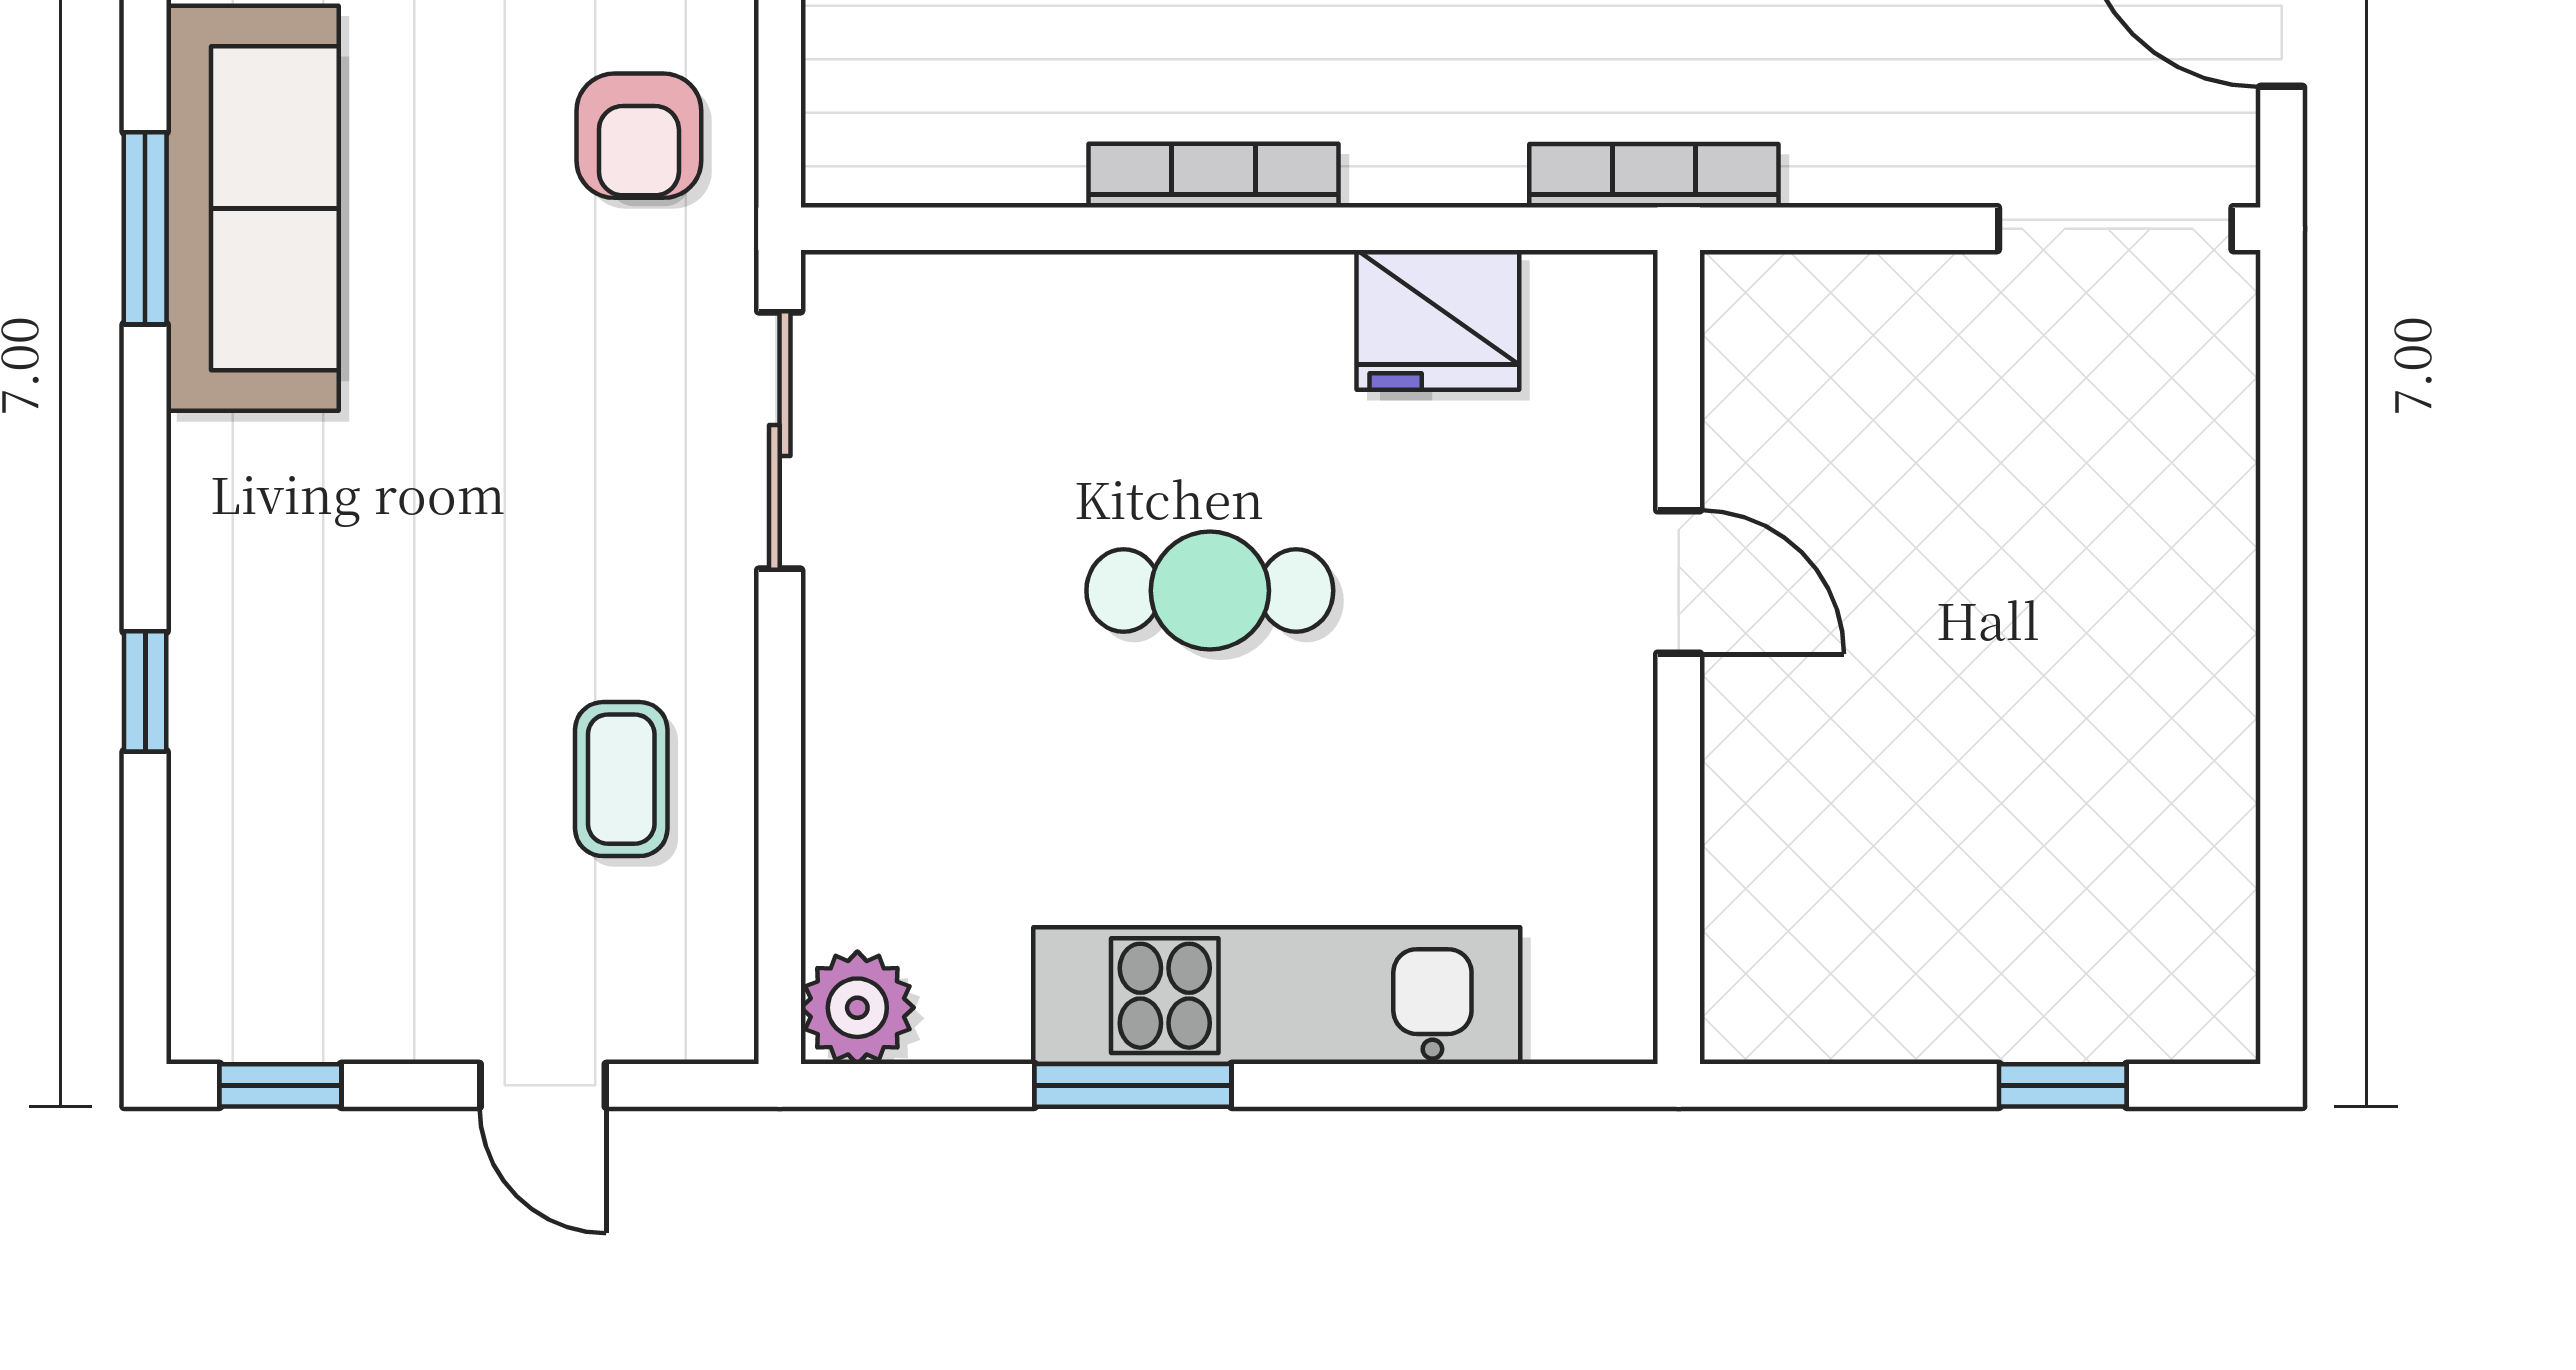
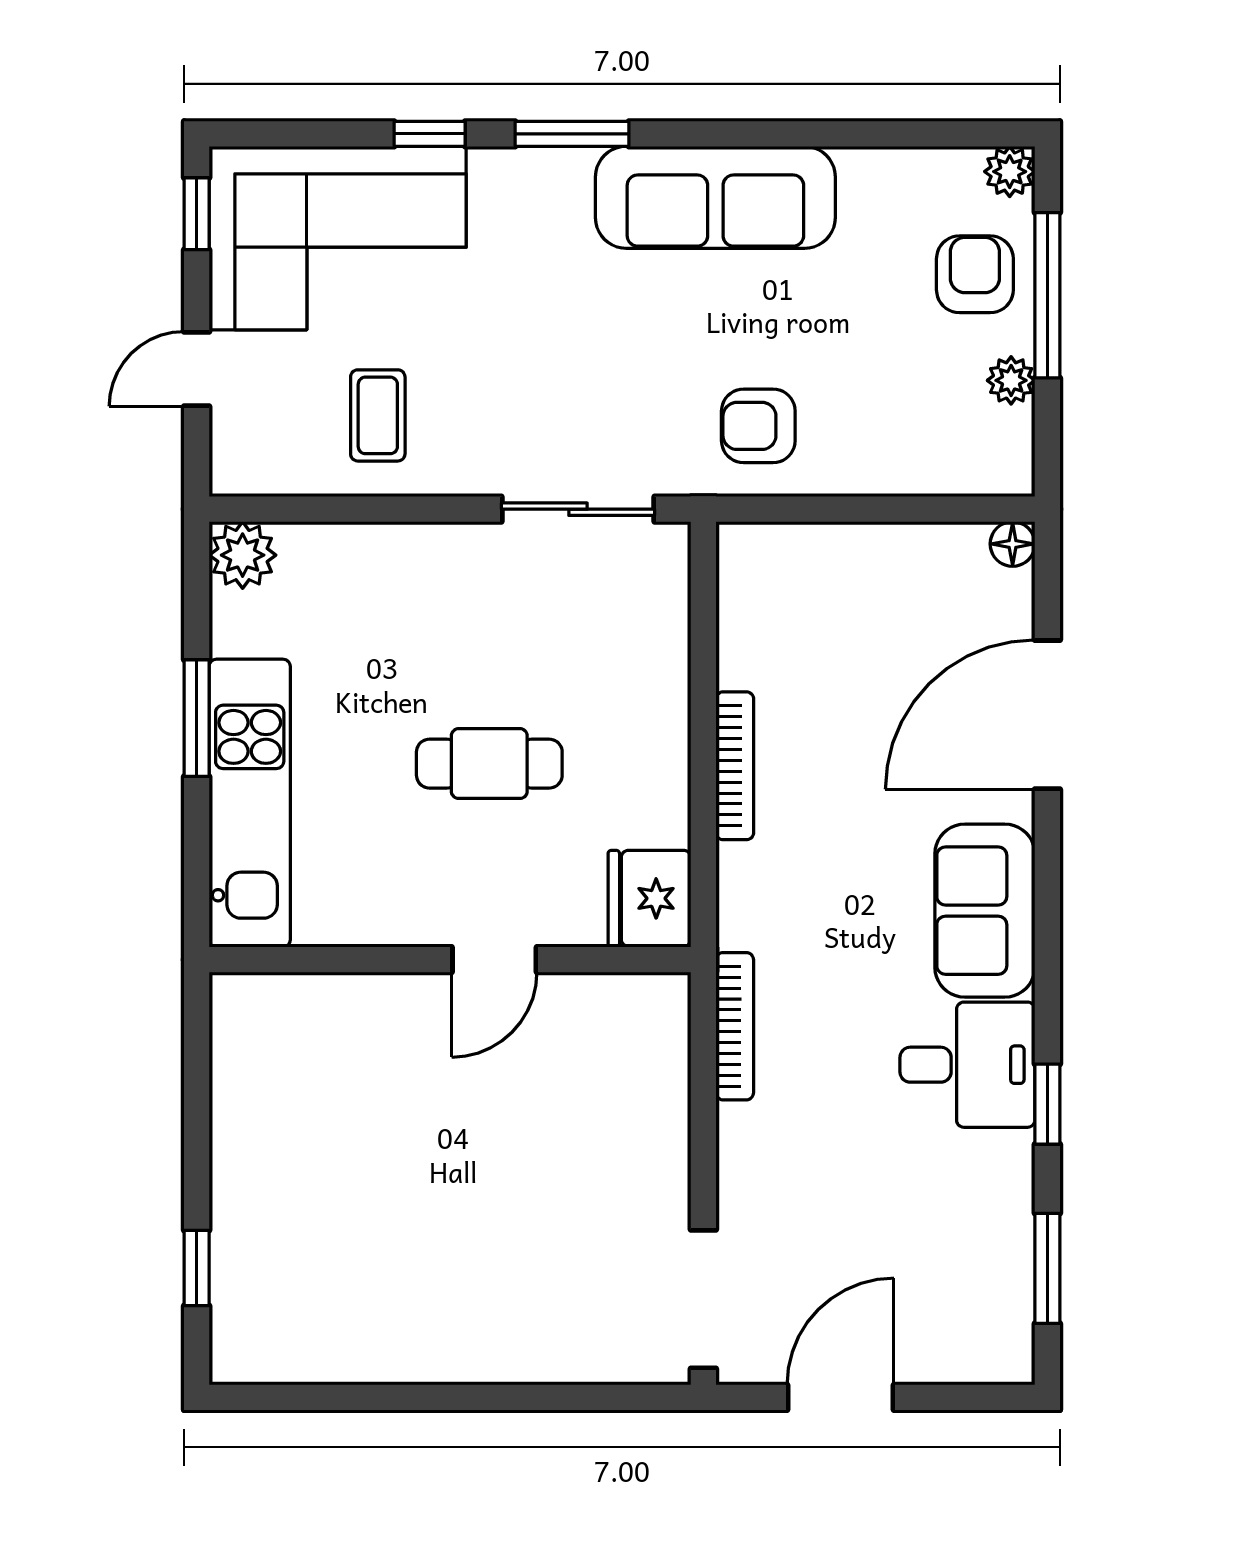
window: (145, 228) -> (572, 134), moved
door: (1679, 582) -> (494, 960), moved
cafe table: (1210, 591) -> (489, 764), turned 90
wall: (1679, 657) -> (450, 960), moved
coffee table: (621, 779) -> (378, 415), turned 90
corner sofa: (321, 847) -> (338, 238), added

